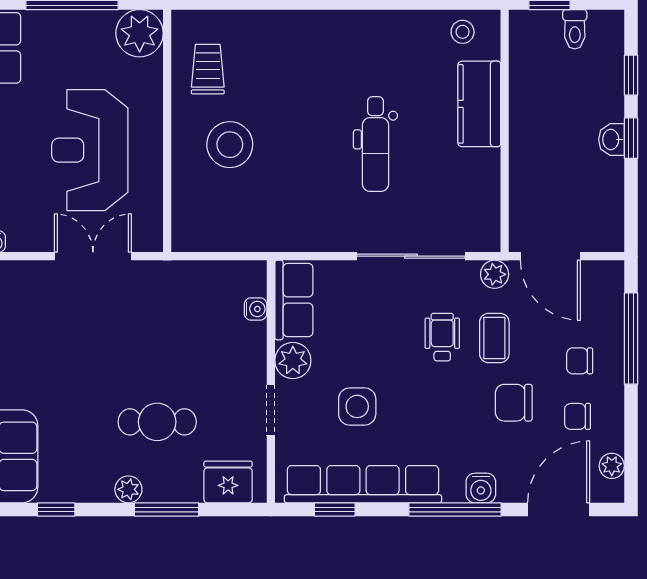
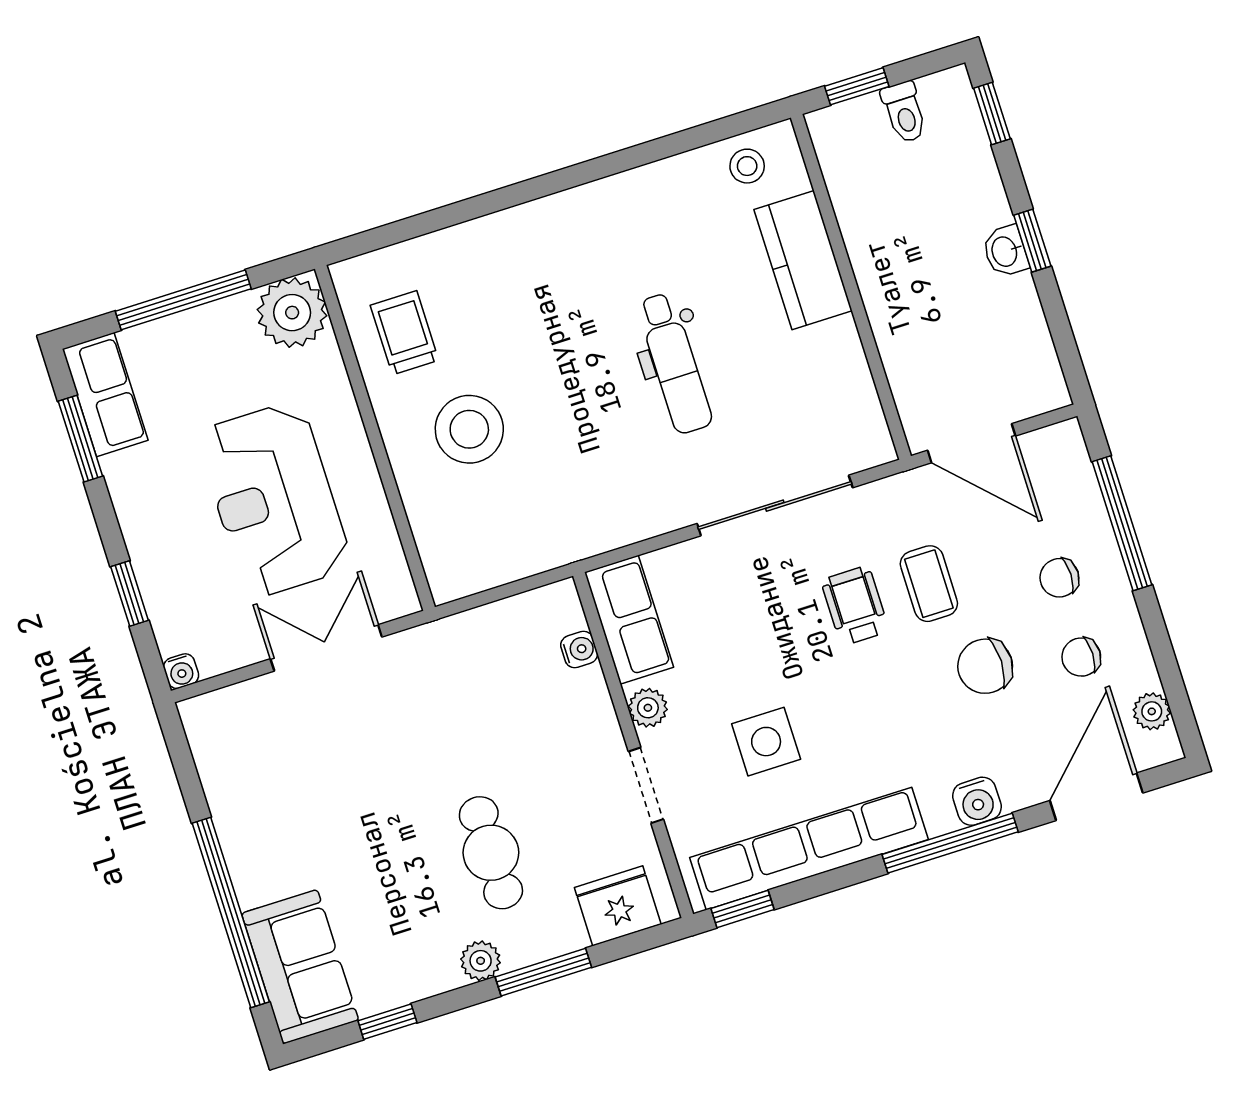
window: (631, 75) -> (992, 114), moved
plant: (495, 274) -> (901, 494), removed
plant: (293, 361) -> (648, 708), width x0.73, depth x0.73
cafe table: (157, 422) -> (491, 853), turned 90
window: (335, 510) -> (743, 909), moved

